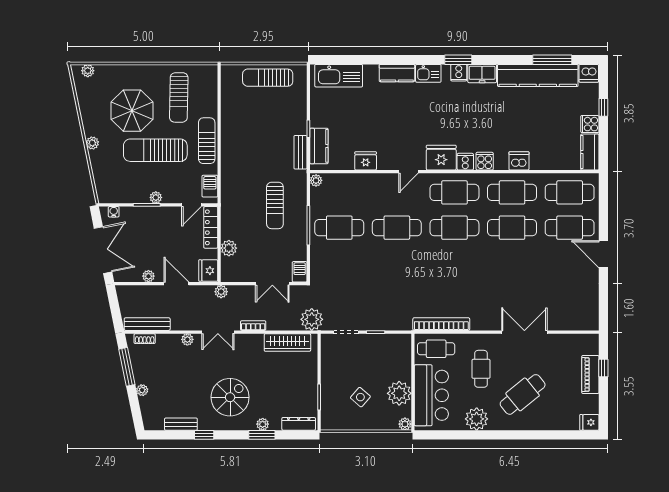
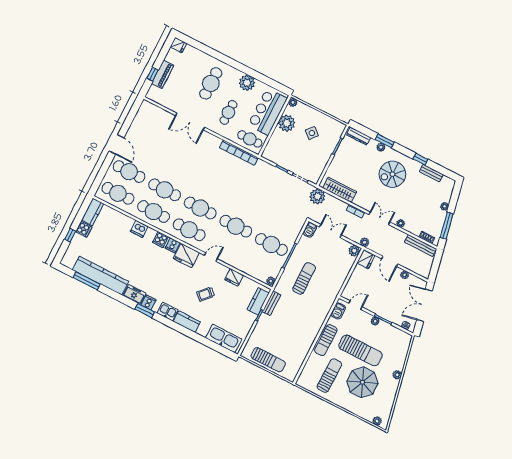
dishwasher: (589, 73) -> (68, 261), removed
trolley: (391, 121) -> (206, 294), added
locker: (211, 227) -> (351, 285), removed
plant: (229, 248) -> (354, 251), moved
cafe table: (523, 394) -> (211, 83), turned -51

